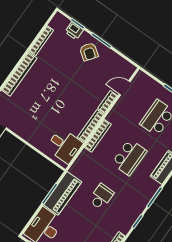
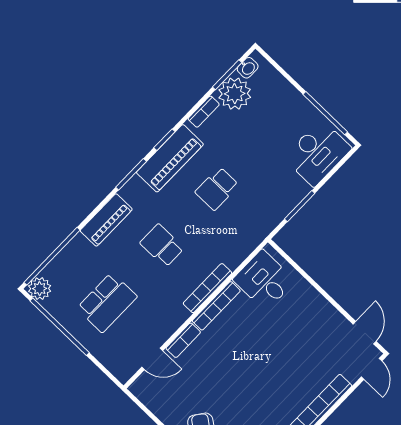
school desk: (129, 157) -> (162, 246), width x0.54
piano: (63, 193) -> (170, 158), moved, turned 180

